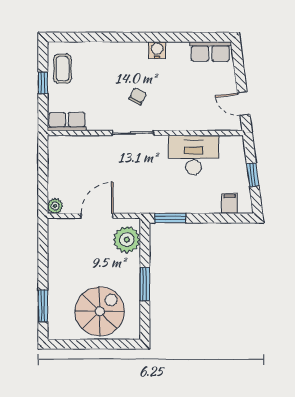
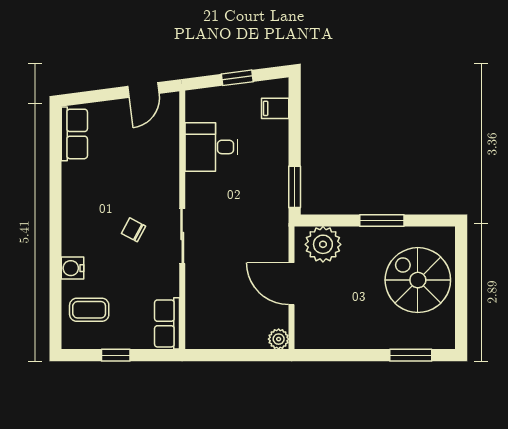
water cooler: (157, 50) -> (73, 268), moved
coffee table: (63, 69) -> (89, 310), moved
desk: (194, 155) -> (211, 147), width x0.73

